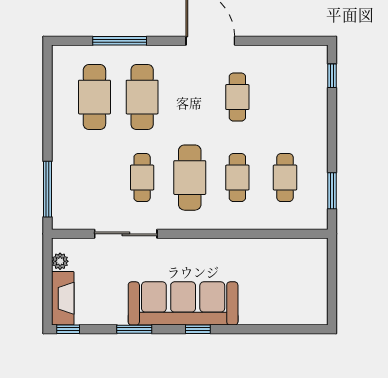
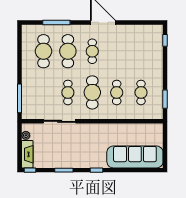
cafe table: (237, 97) -> (92, 51), moved
sofa: (183, 303) -> (135, 157), moved

